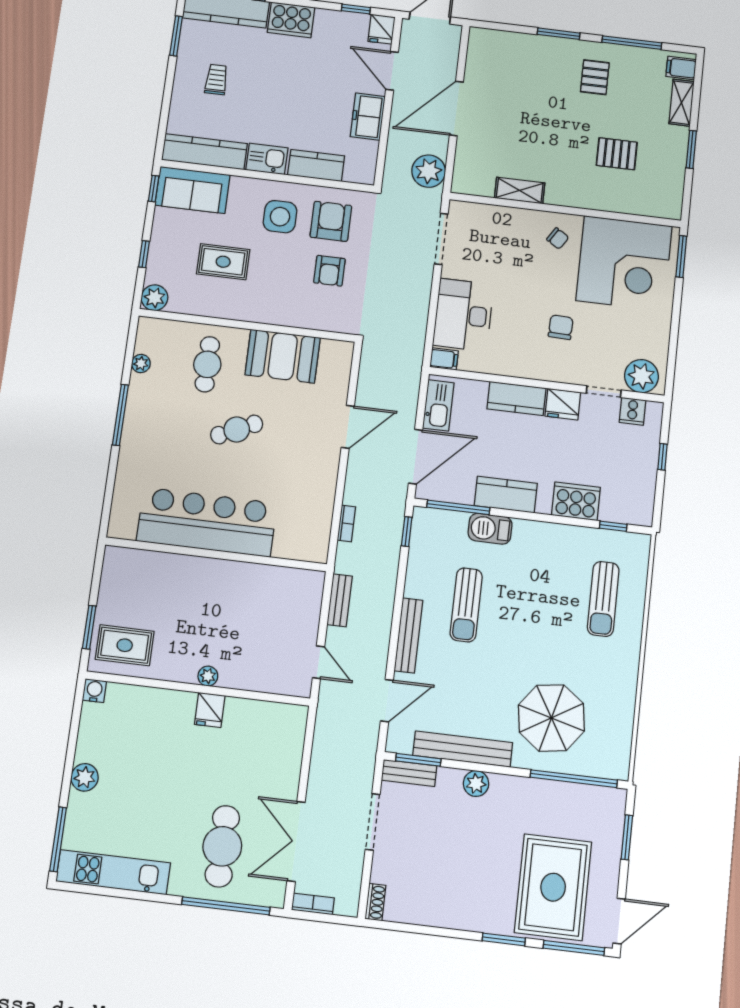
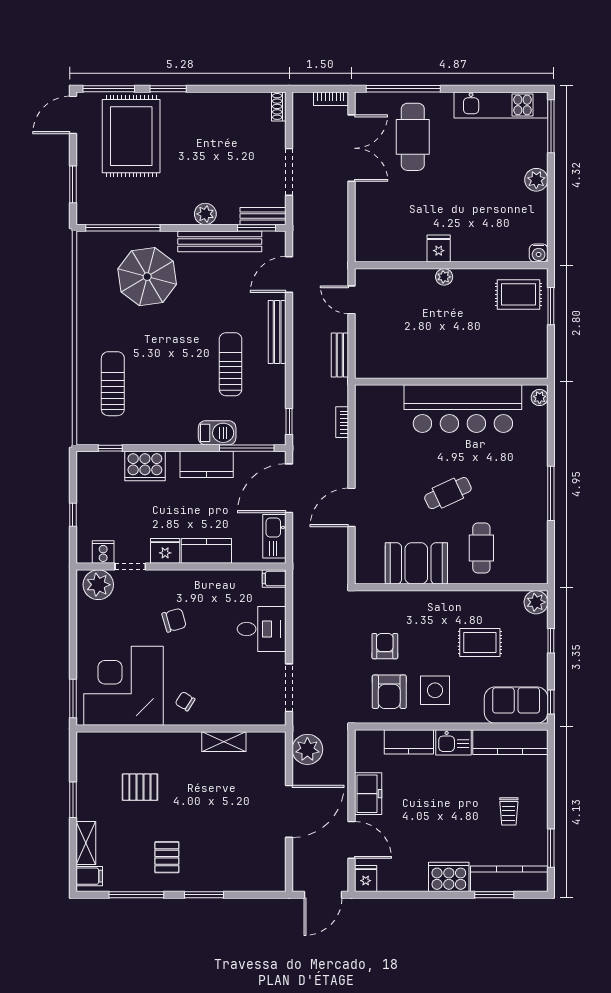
window: (356, 9) -> (391, 895), removed
desk: (463, 315) -> (262, 629), width x0.73
chair: (561, 327) -> (174, 620), turned -108
plant: (141, 364) -> (540, 398), moved

